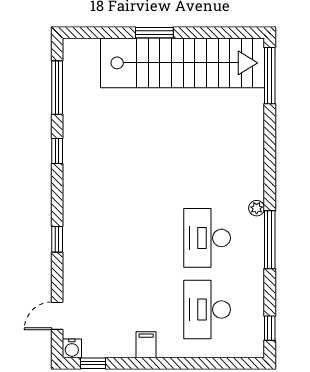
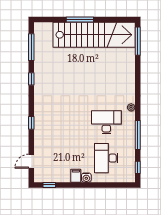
window: (154, 33) -> (80, 20), width x1.44
desk: (207, 238) -> (106, 122), turned 90
window: (270, 240) -> (138, 135), moved
water cooler: (72, 348) -> (86, 178), moved

